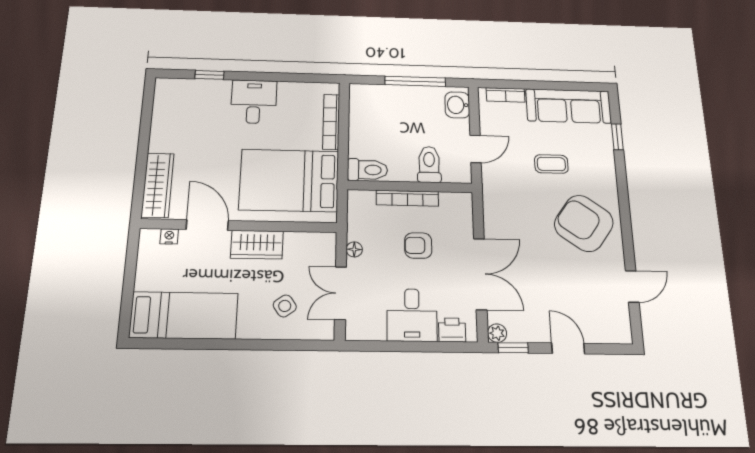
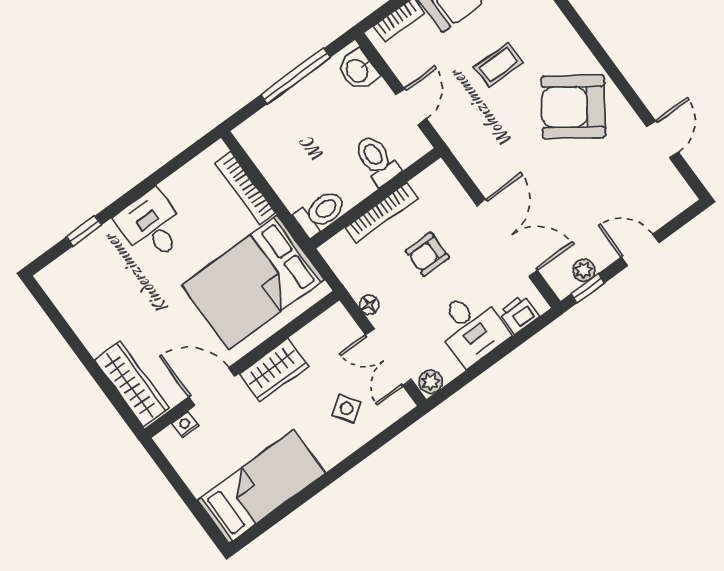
plant: (357, 331) -> (431, 382), added
plant: (497, 333) -> (584, 270), moved

